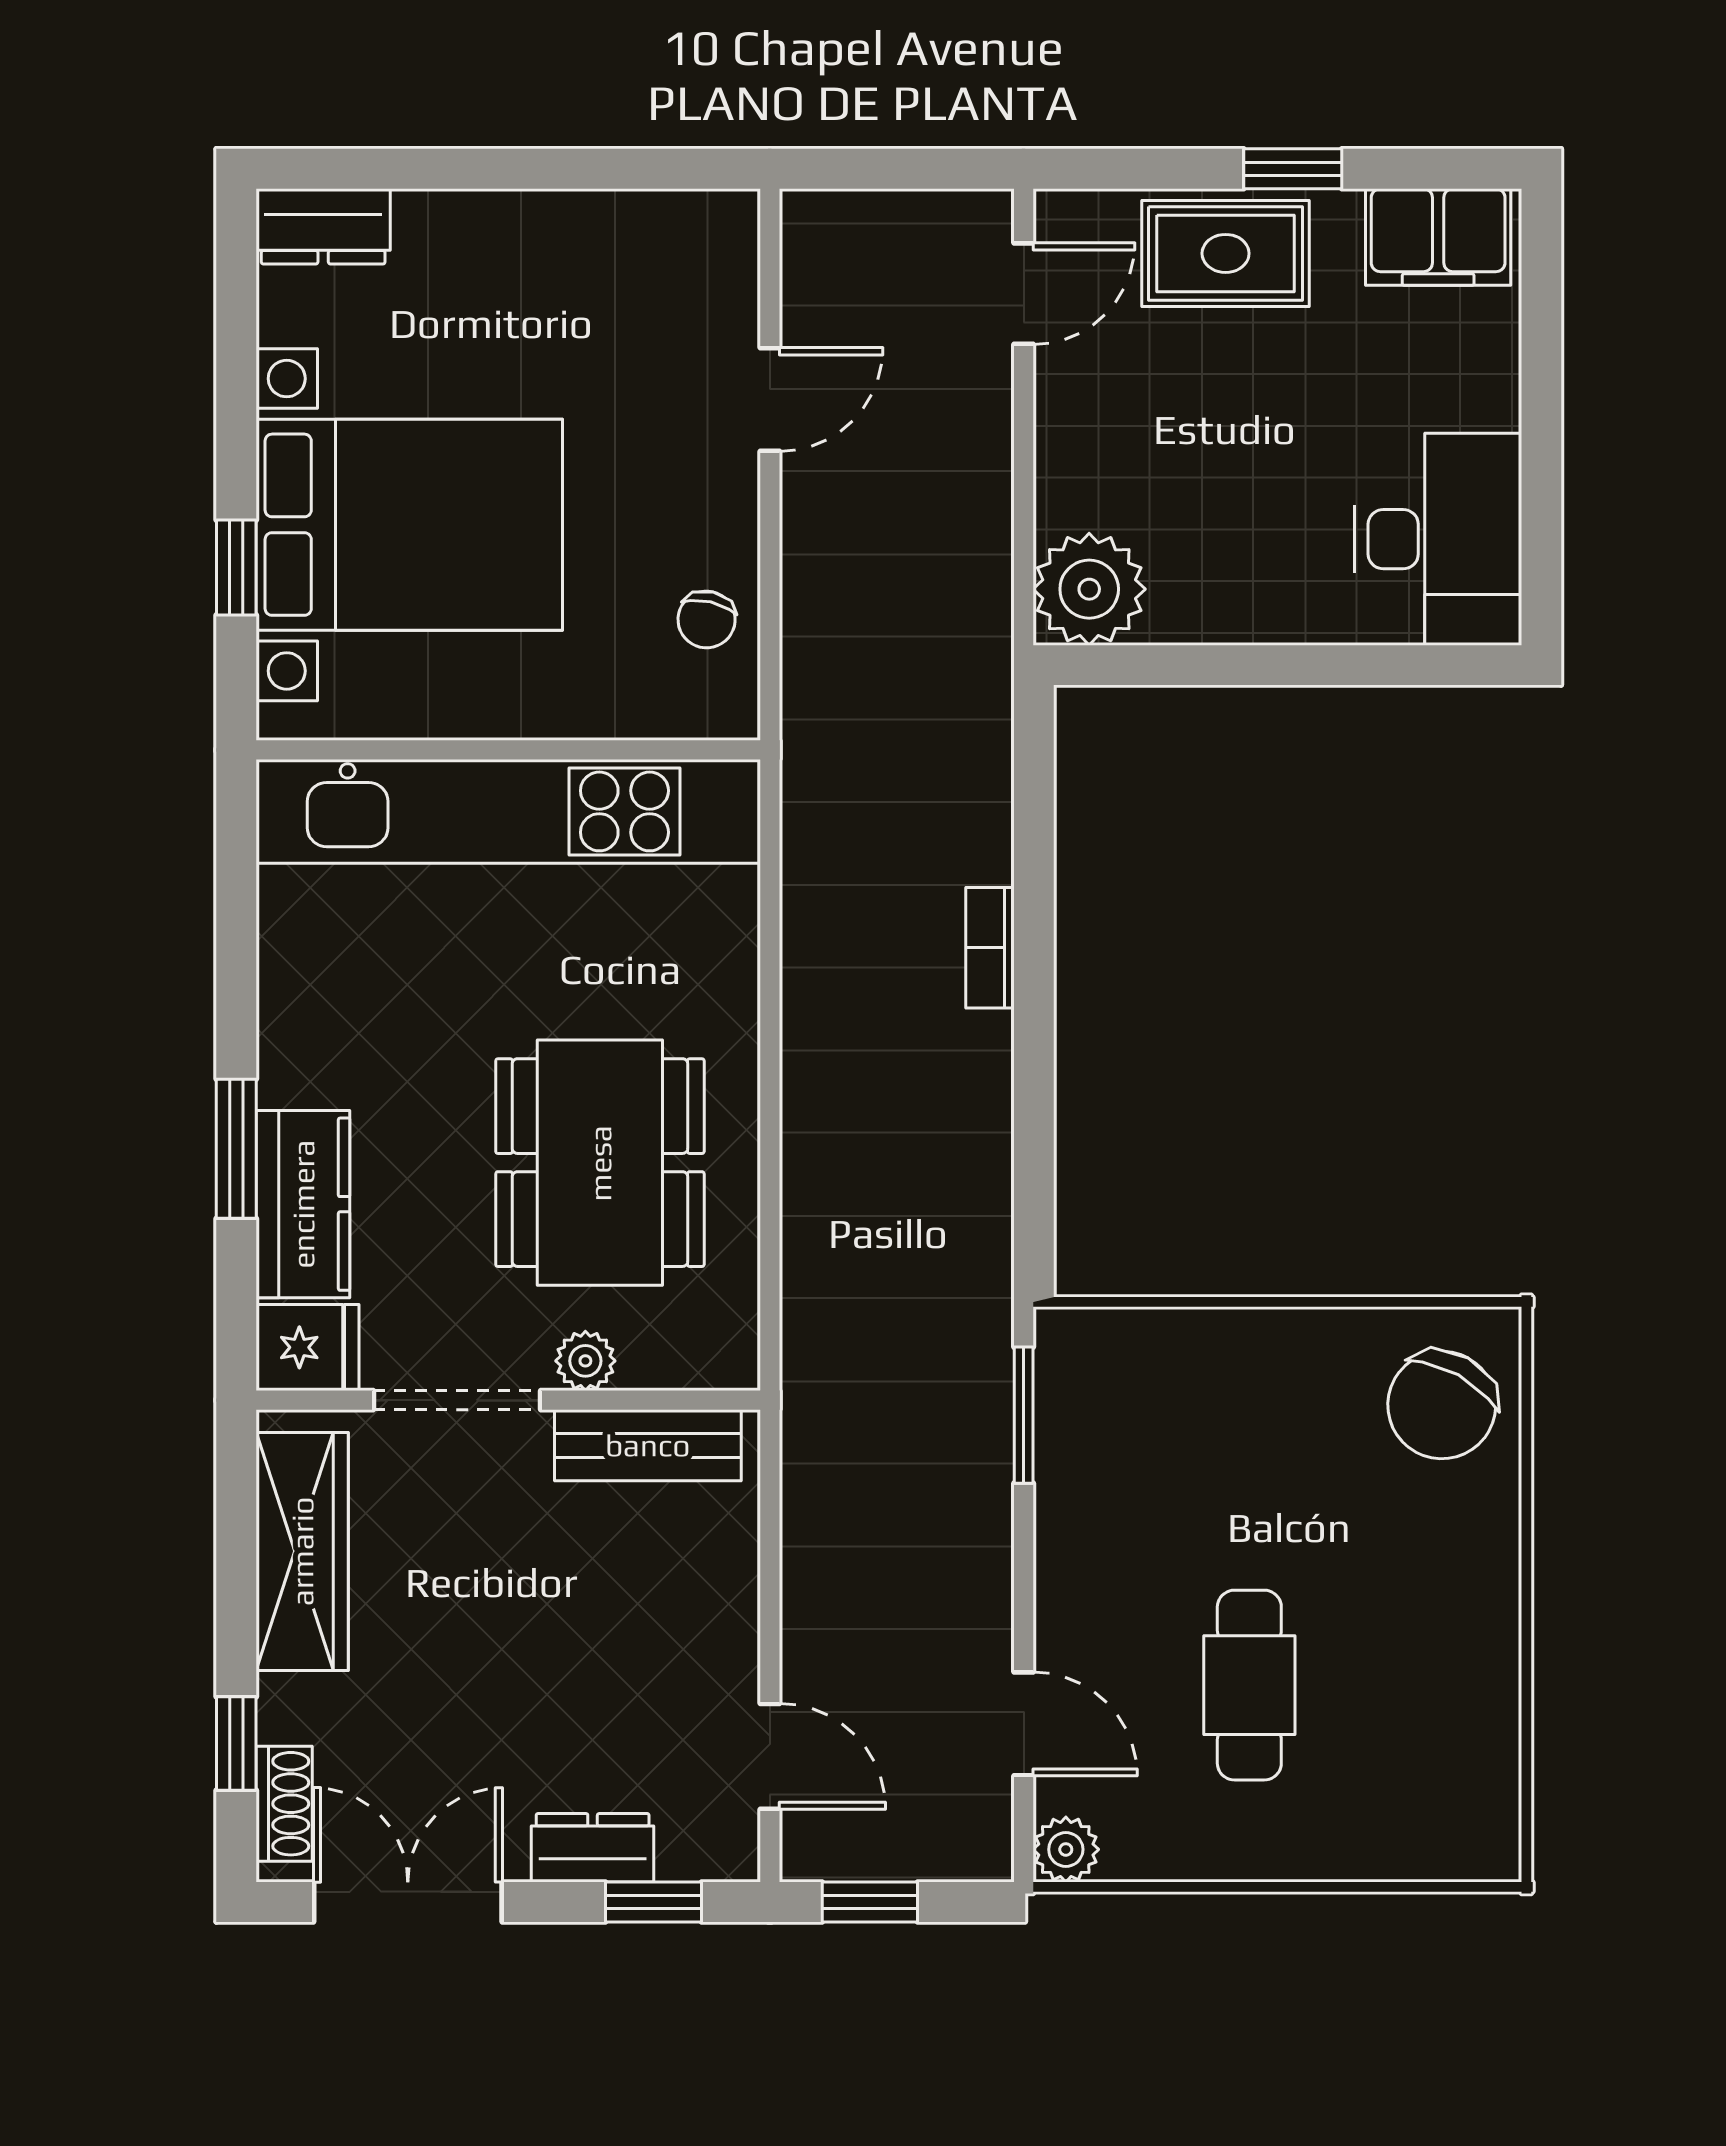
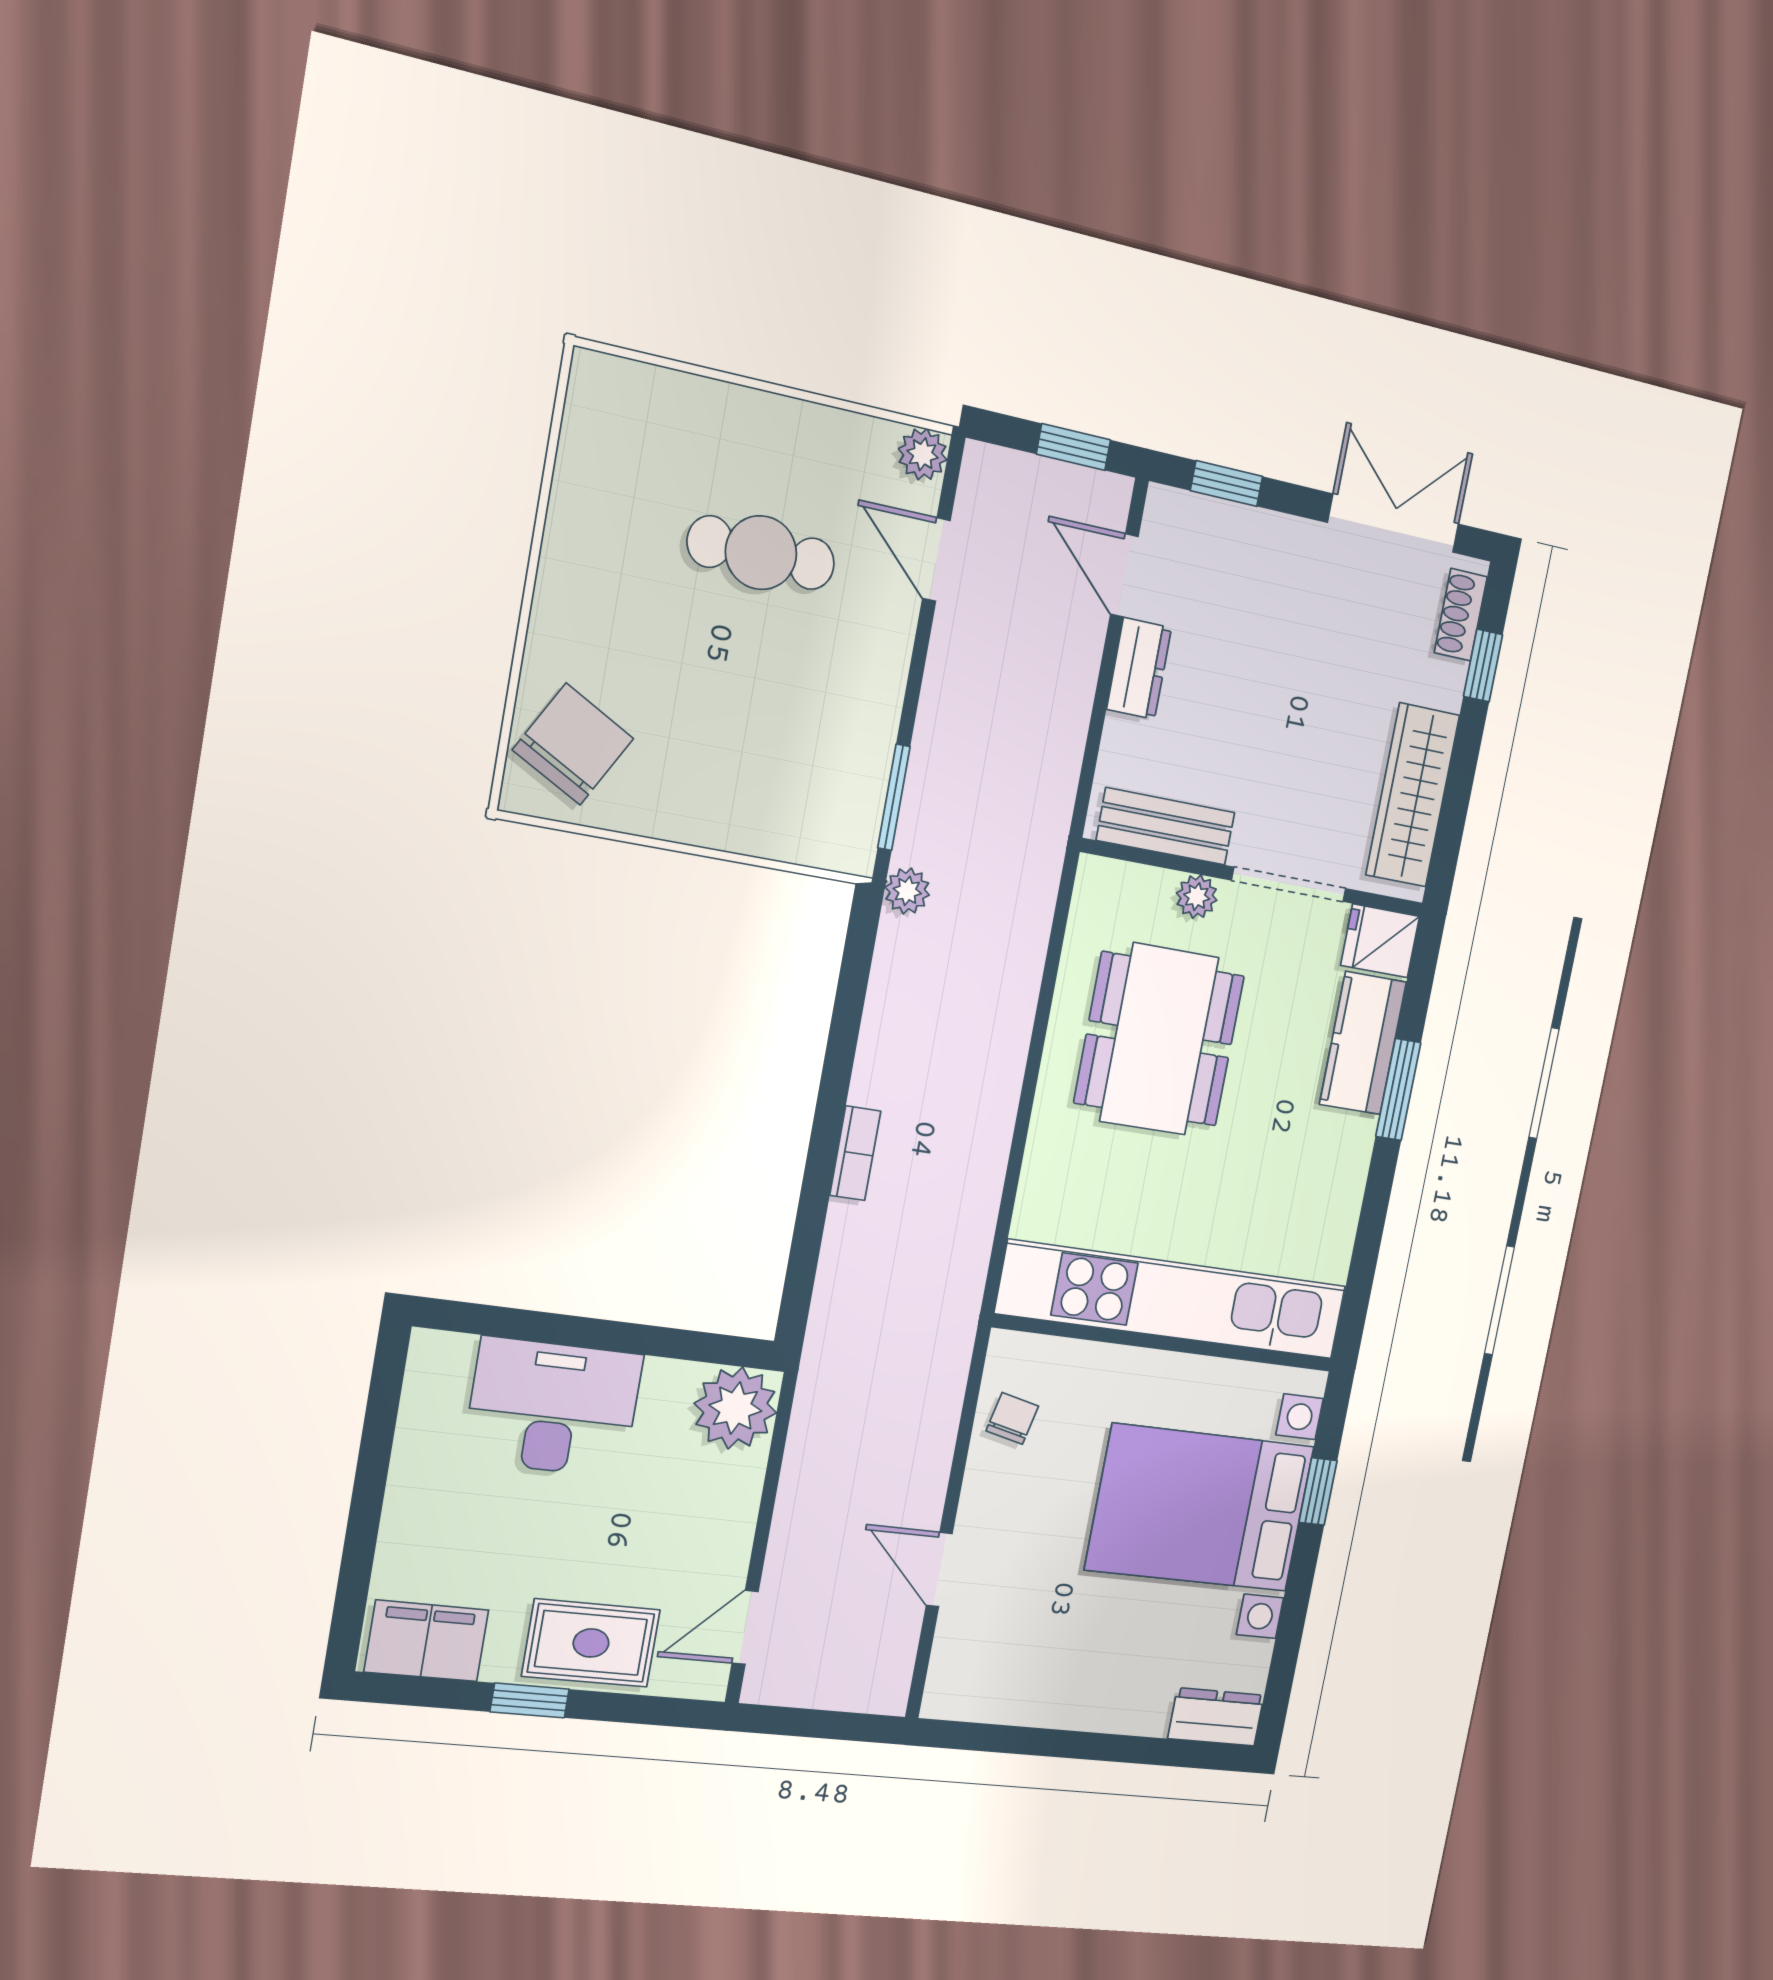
door: (770, 399) -> (939, 1569), hinge flipped
desk: (1438, 539) -> (553, 1407), moved, turned 90
plant: (984, 1299) -> (907, 891), added
cafe table: (1249, 1685) -> (761, 553), turned 90
dresser: (593, 1848) -> (1139, 669), moved, turned -90
double door: (408, 1902) -> (1393, 523), swing flipped

